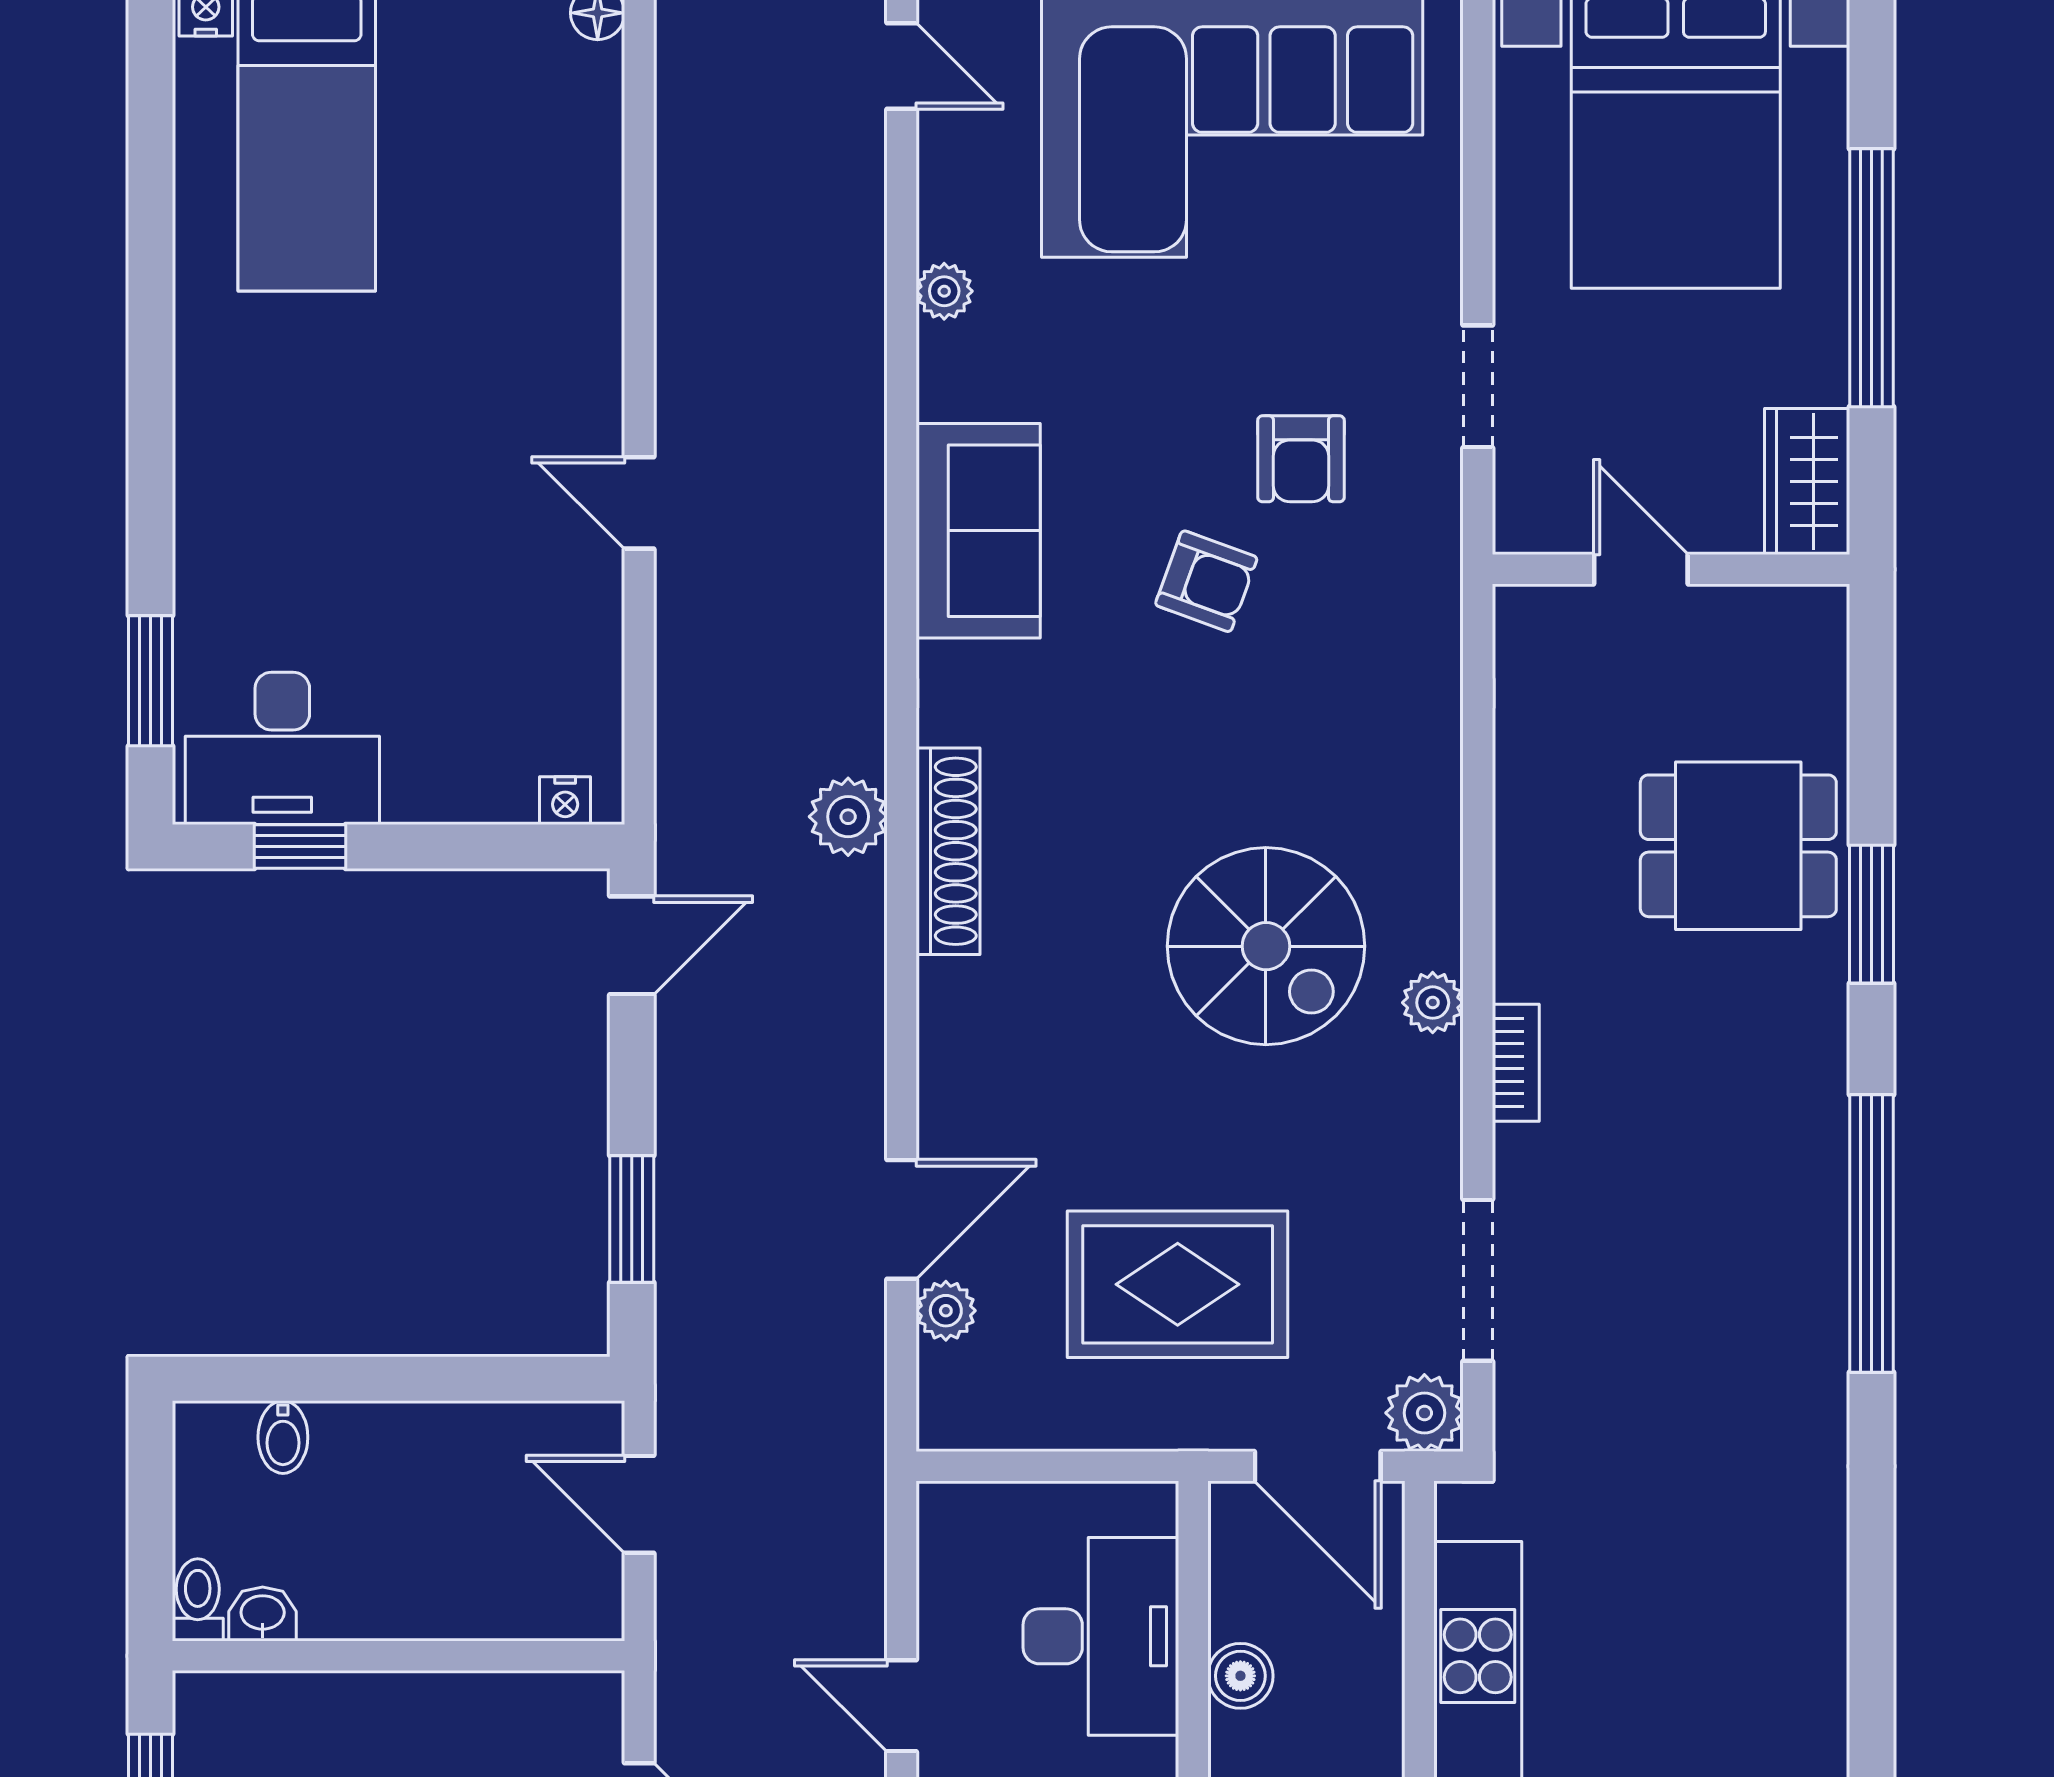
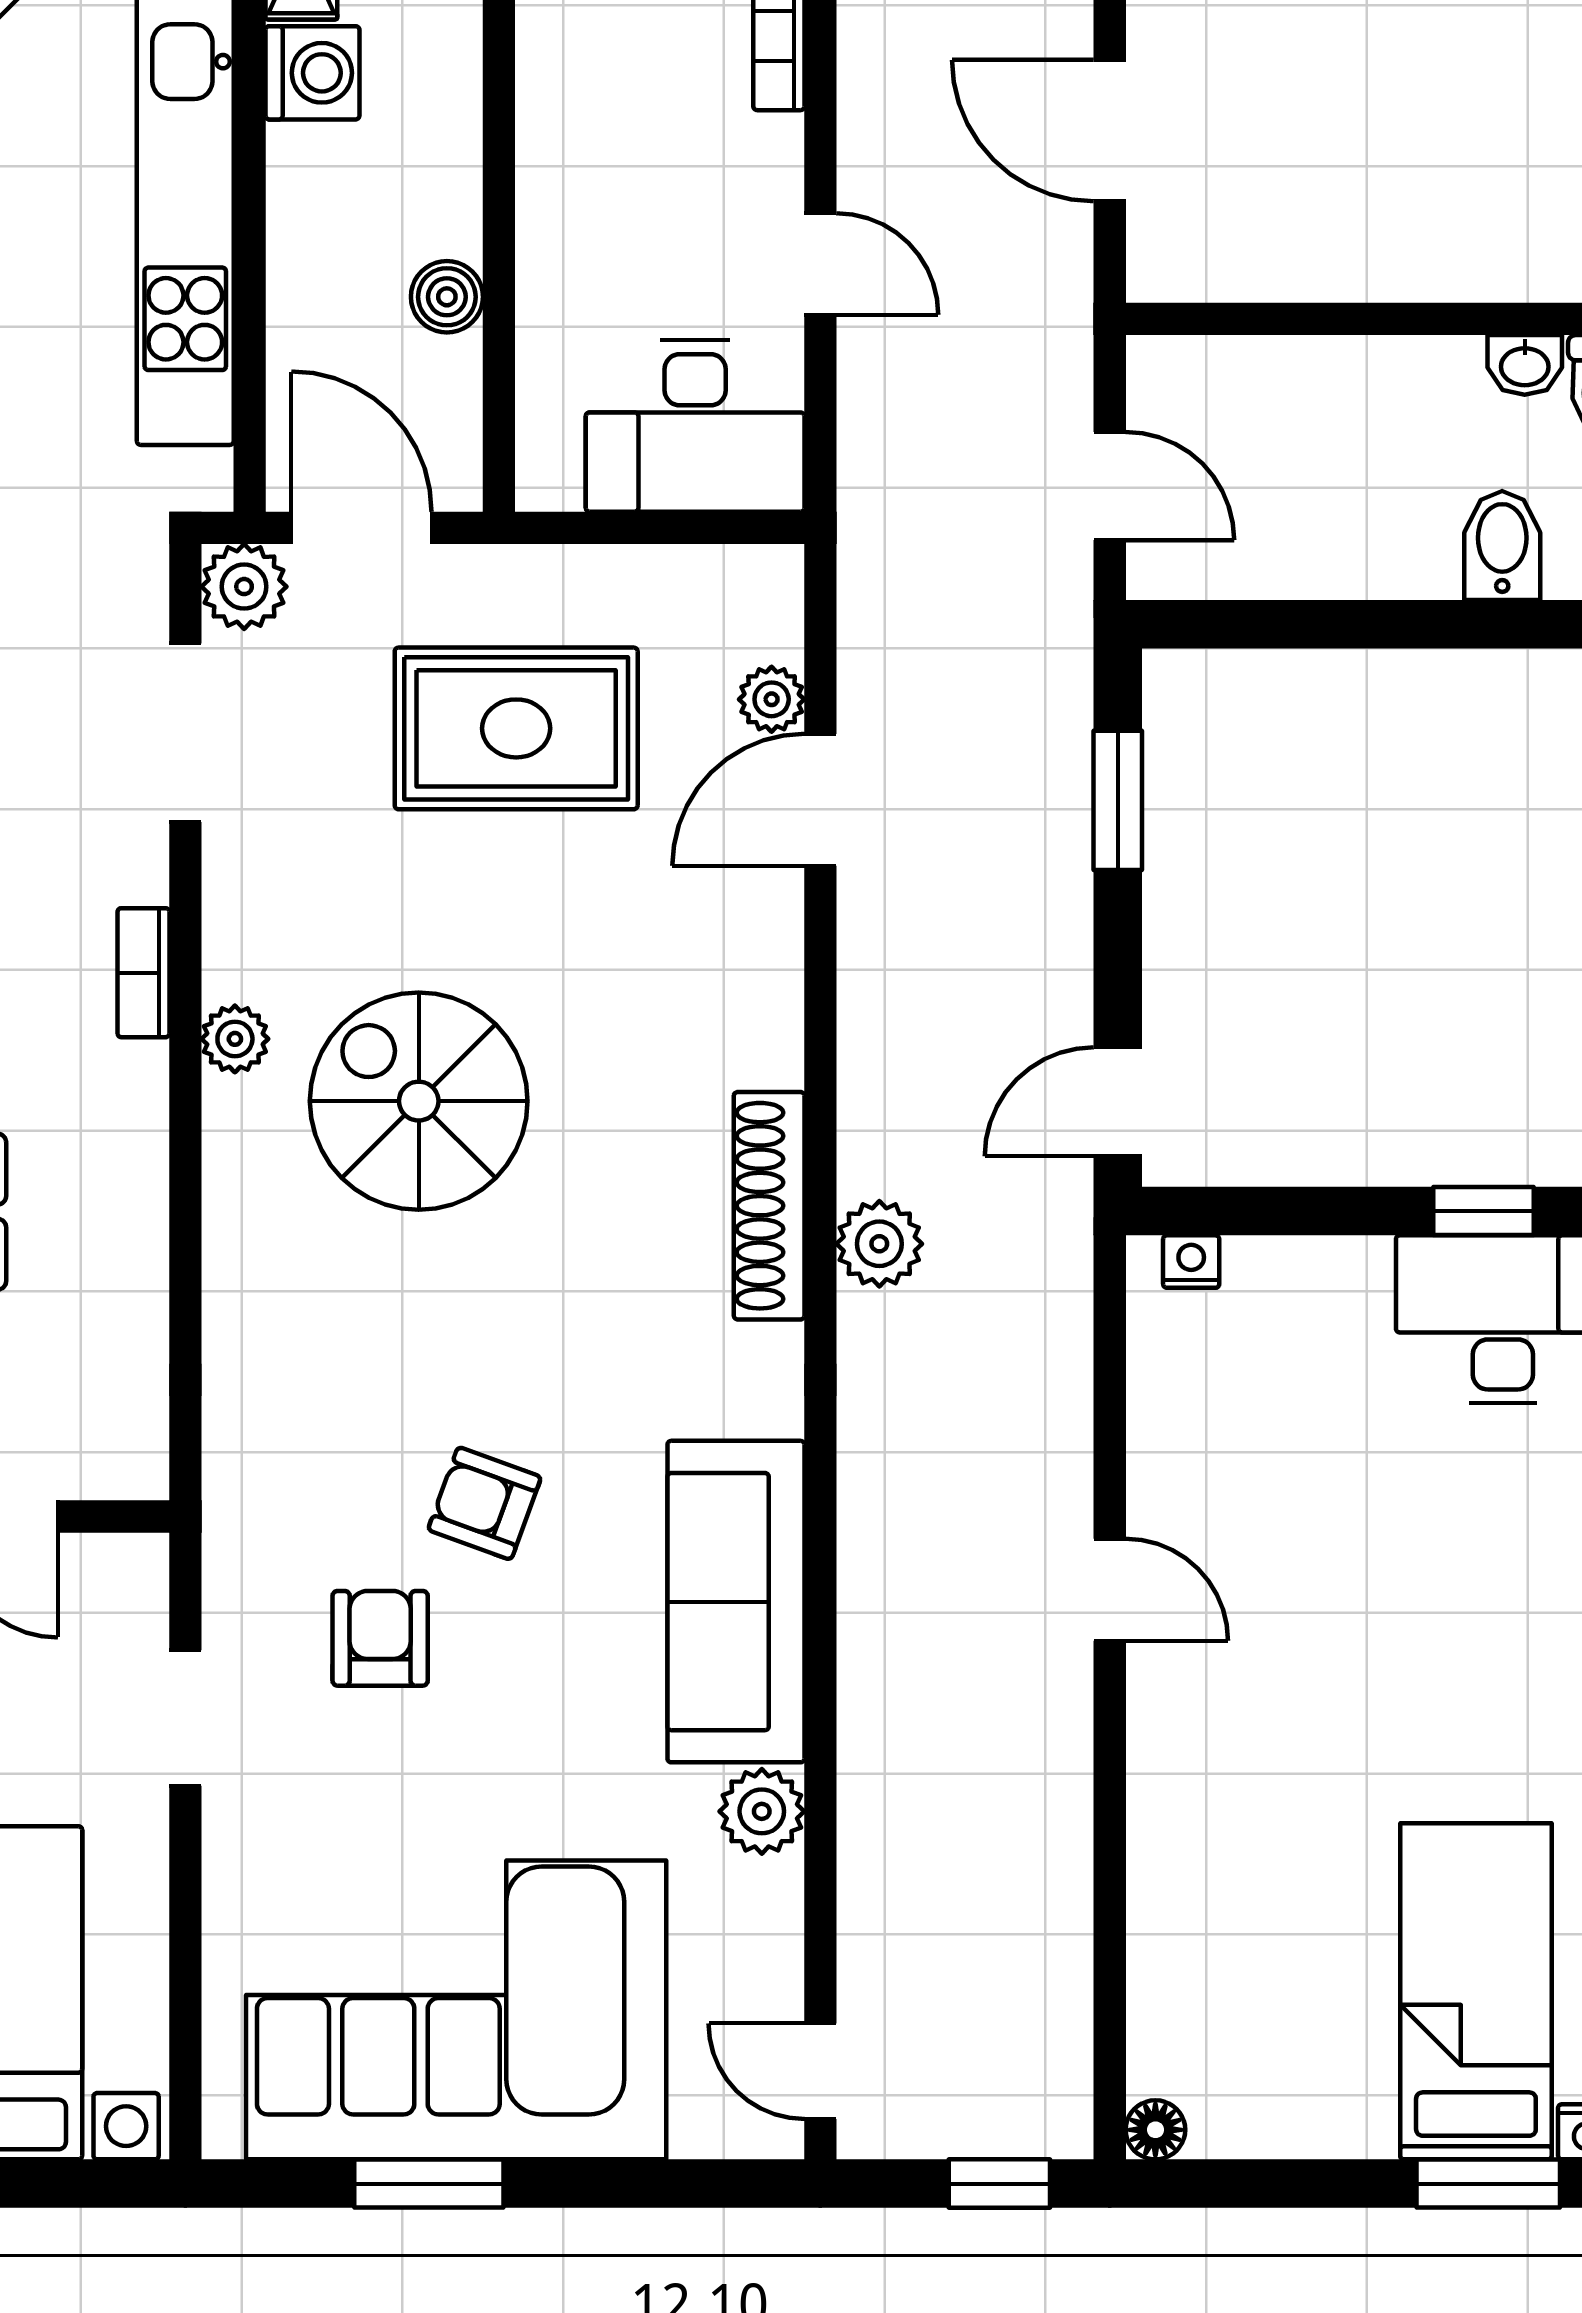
plant: (944, 291) -> (762, 1811), width x1.38, depth x1.38
sofa: (978, 531) -> (736, 1602), width x1.36
bidet: (283, 1437) -> (1502, 546), width x1.38, depth x1.36
desk: (1101, 1636) -> (695, 426), moved, turned -90

